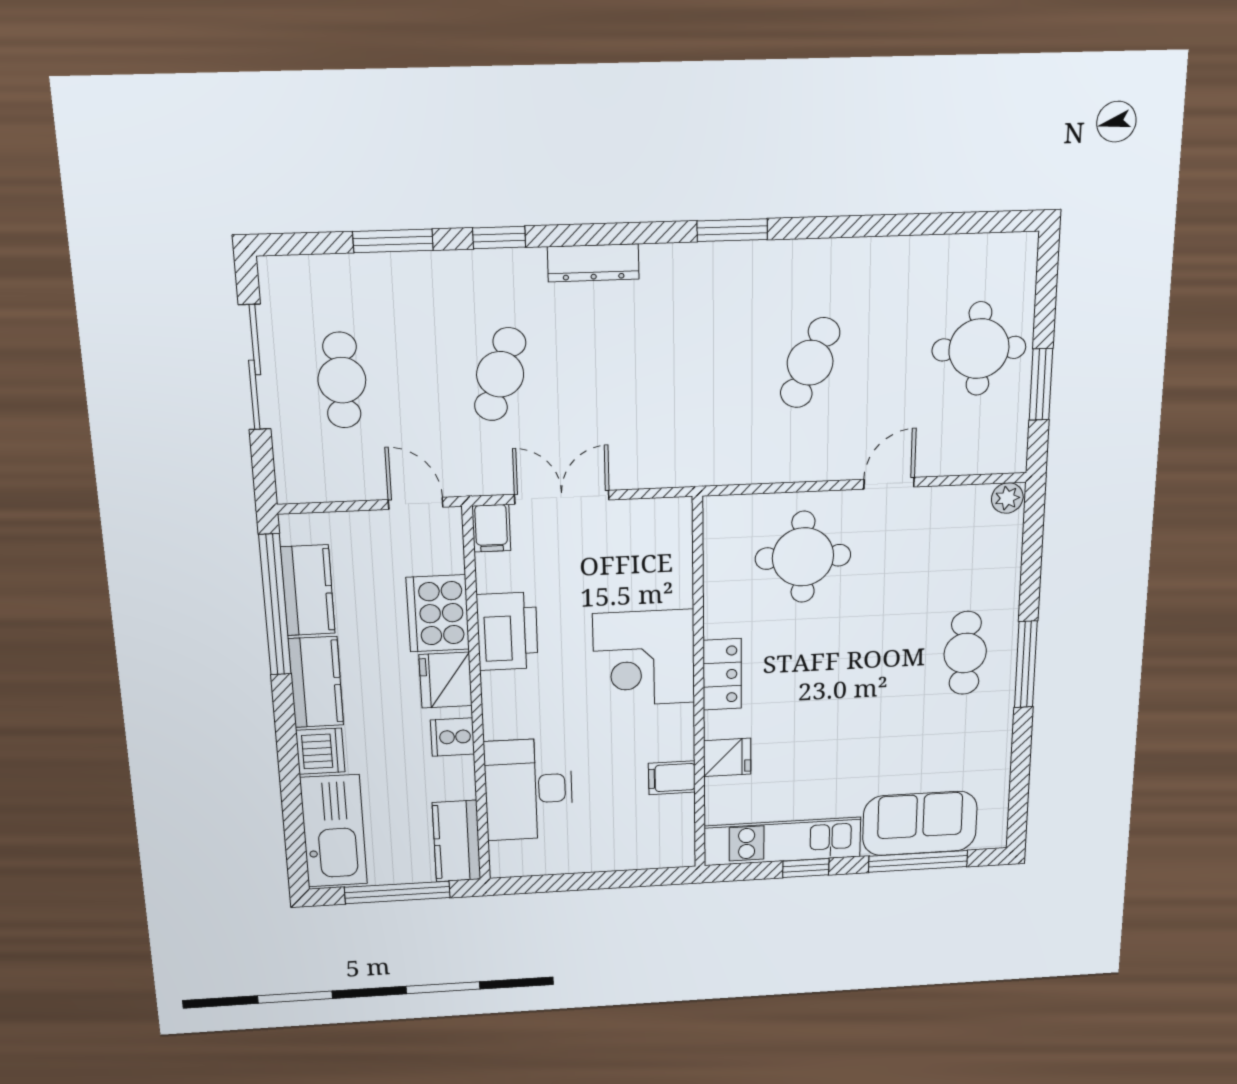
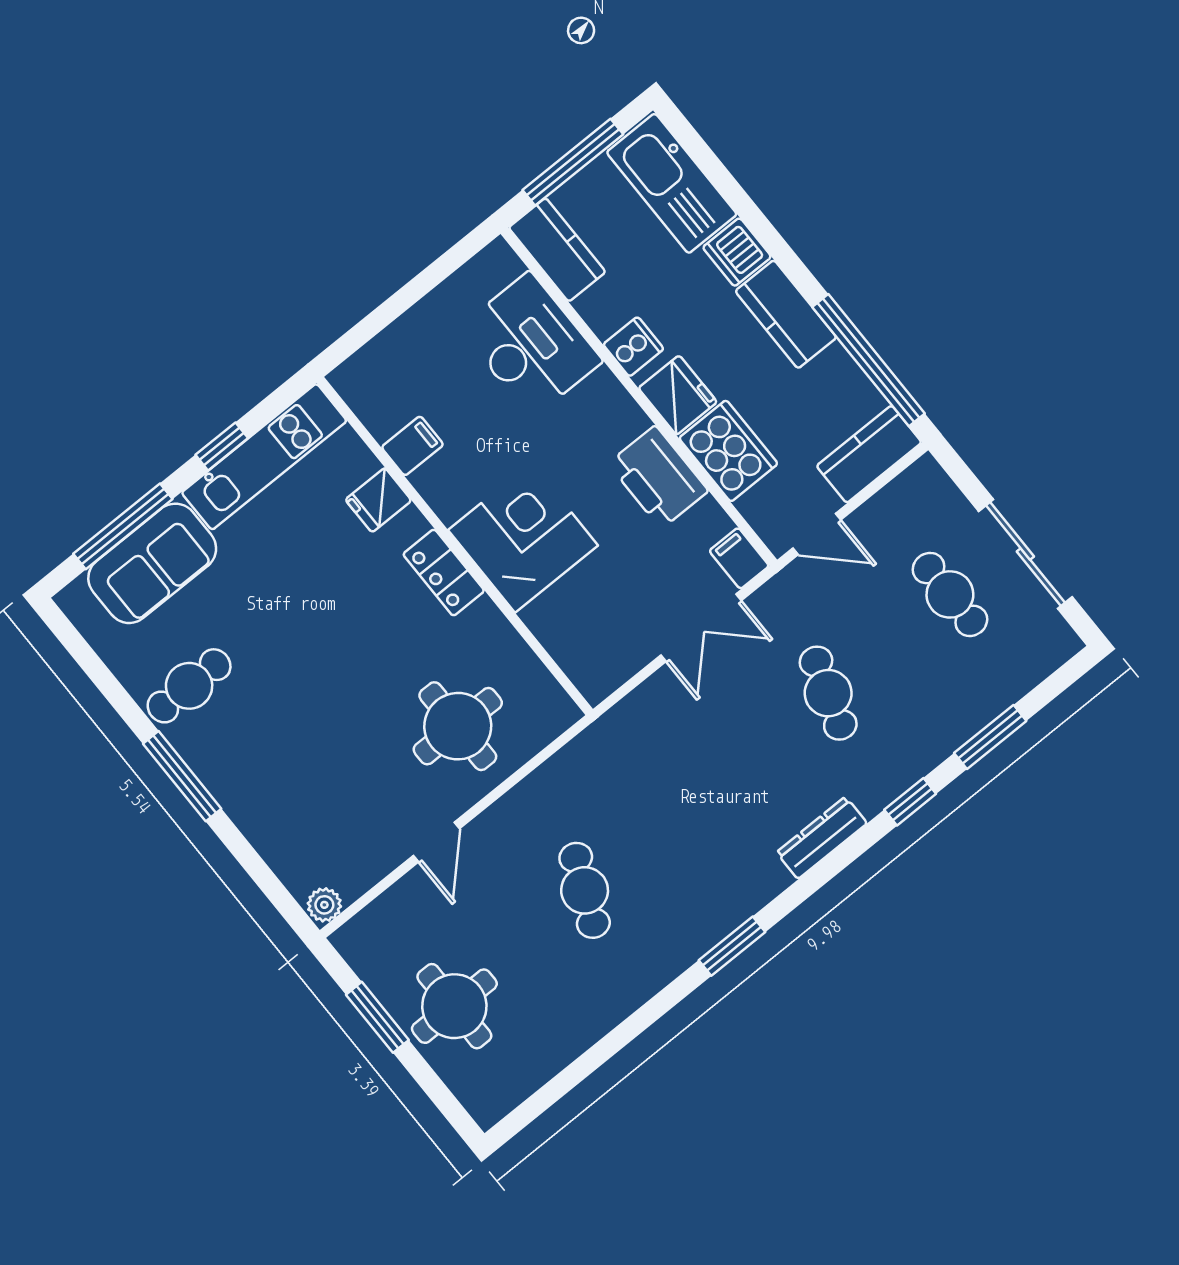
kitchen counter: (308, 590) -> (869, 454), moved, turned 90
cafe table: (965, 653) -> (189, 686), moved, turned 90

